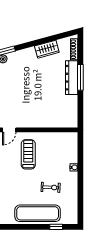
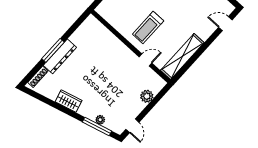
wardrobe: (47, 49) -> (69, 101), moved

